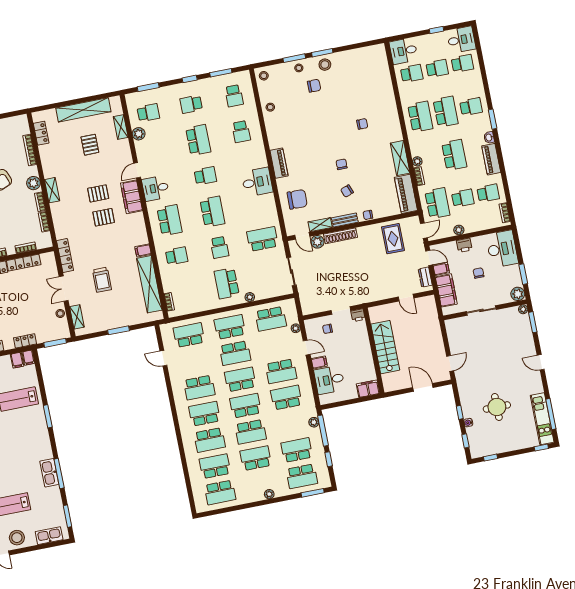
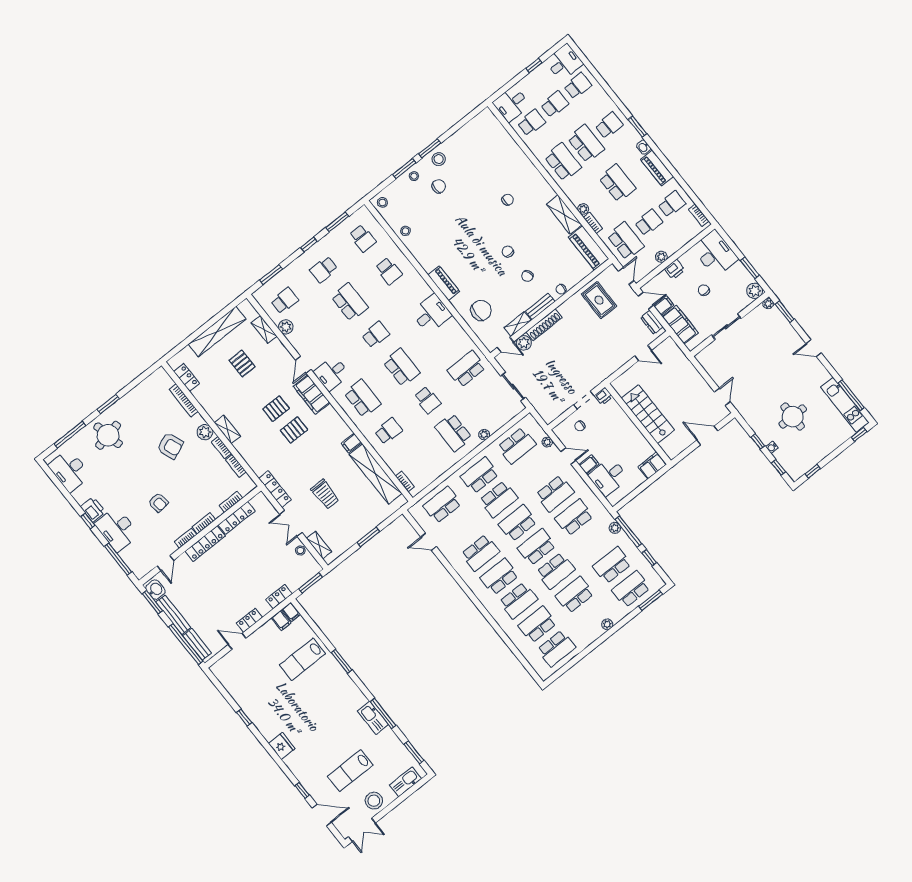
school desk: (302, 476) -> (631, 589), turned 180

